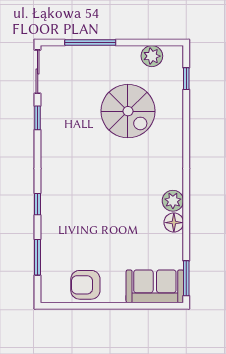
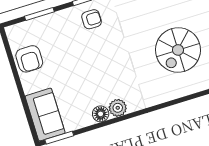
armchair: (62, 199) -> (92, 19), added
armchair: (85, 285) -> (29, 59), turned 180

